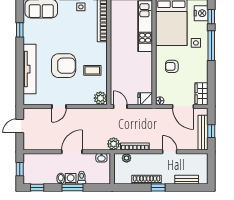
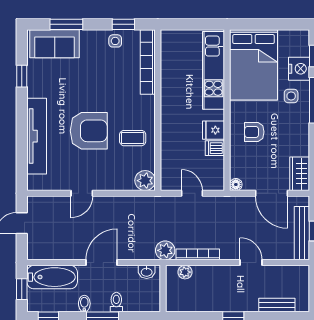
nightstand: (201, 13) -> (299, 69), moved
dishwasher: (146, 77) -> (215, 148), added
fridge: (145, 99) -> (214, 130), moved
door: (120, 106) -> (192, 193), moved
bathtub: (40, 161) -> (52, 277), added
washing machine: (71, 179) -> (99, 304), removed
shoe rack: (147, 180) -> (216, 305), removed

